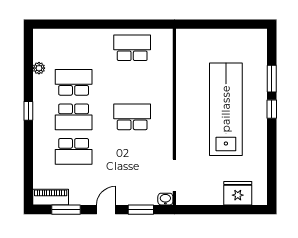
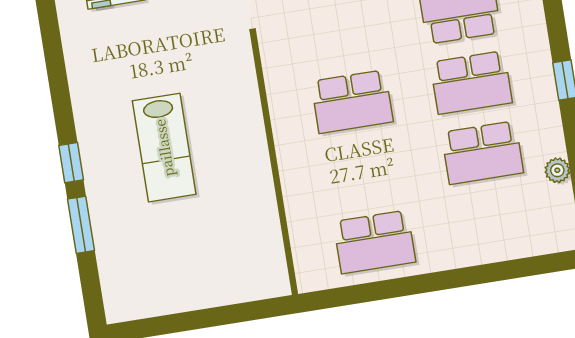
lab bench: (226, 109) -> (164, 148), width x0.54, depth x0.72
school desk: (74, 117) -> (471, 83), turned 180

